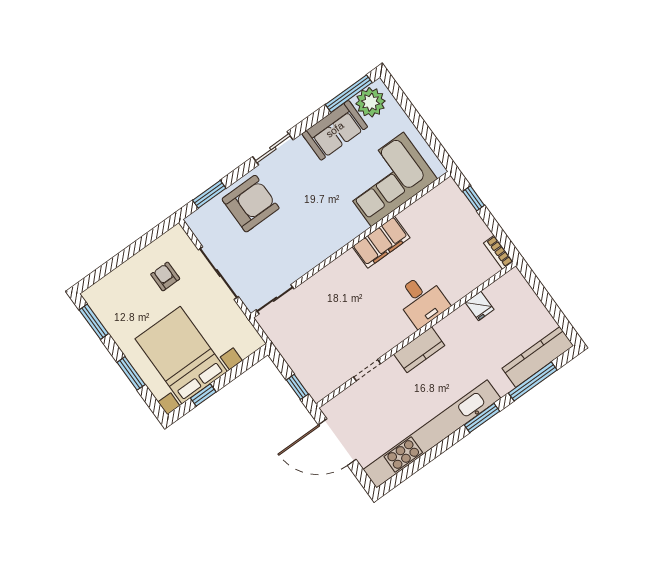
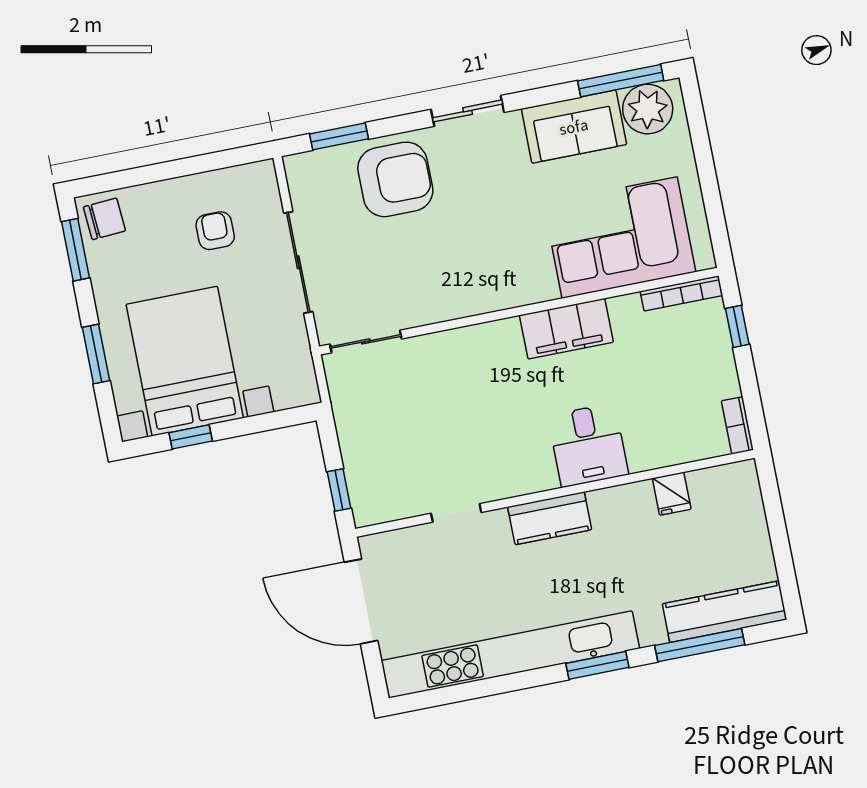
bookcase: (435, 194) -> (681, 293), added
chair: (102, 298) -> (104, 219), added

